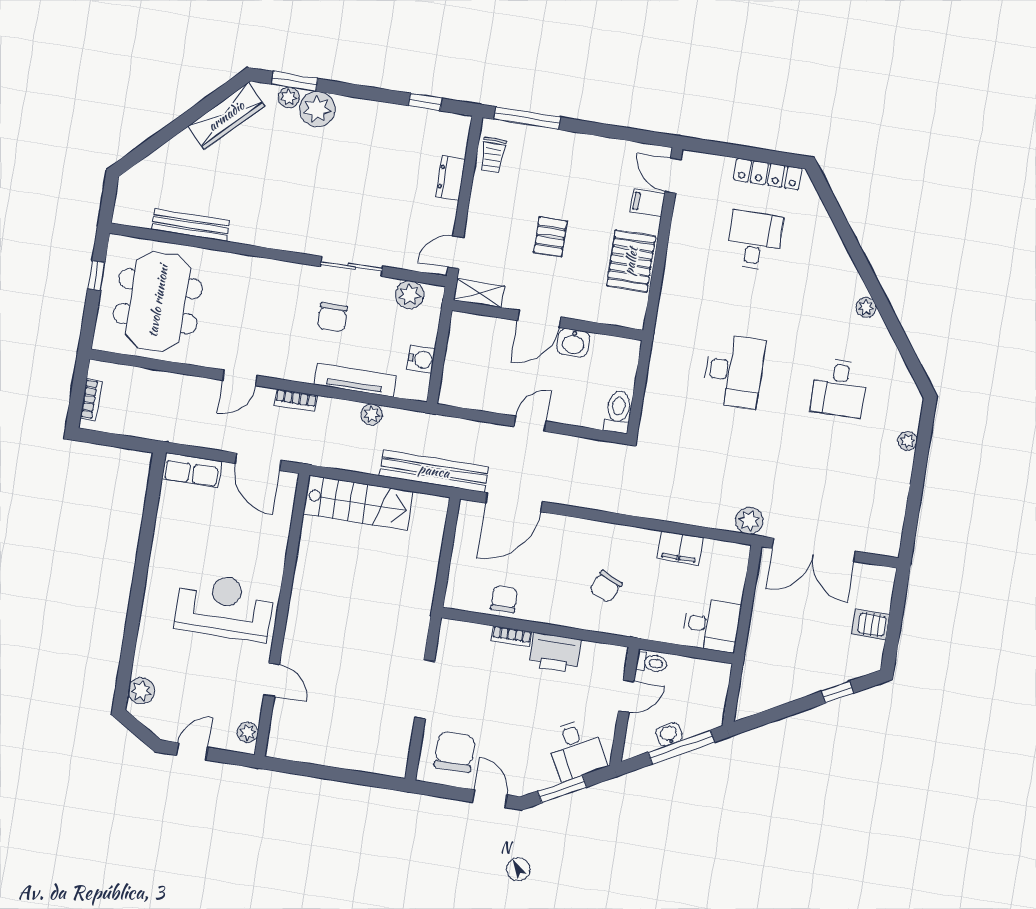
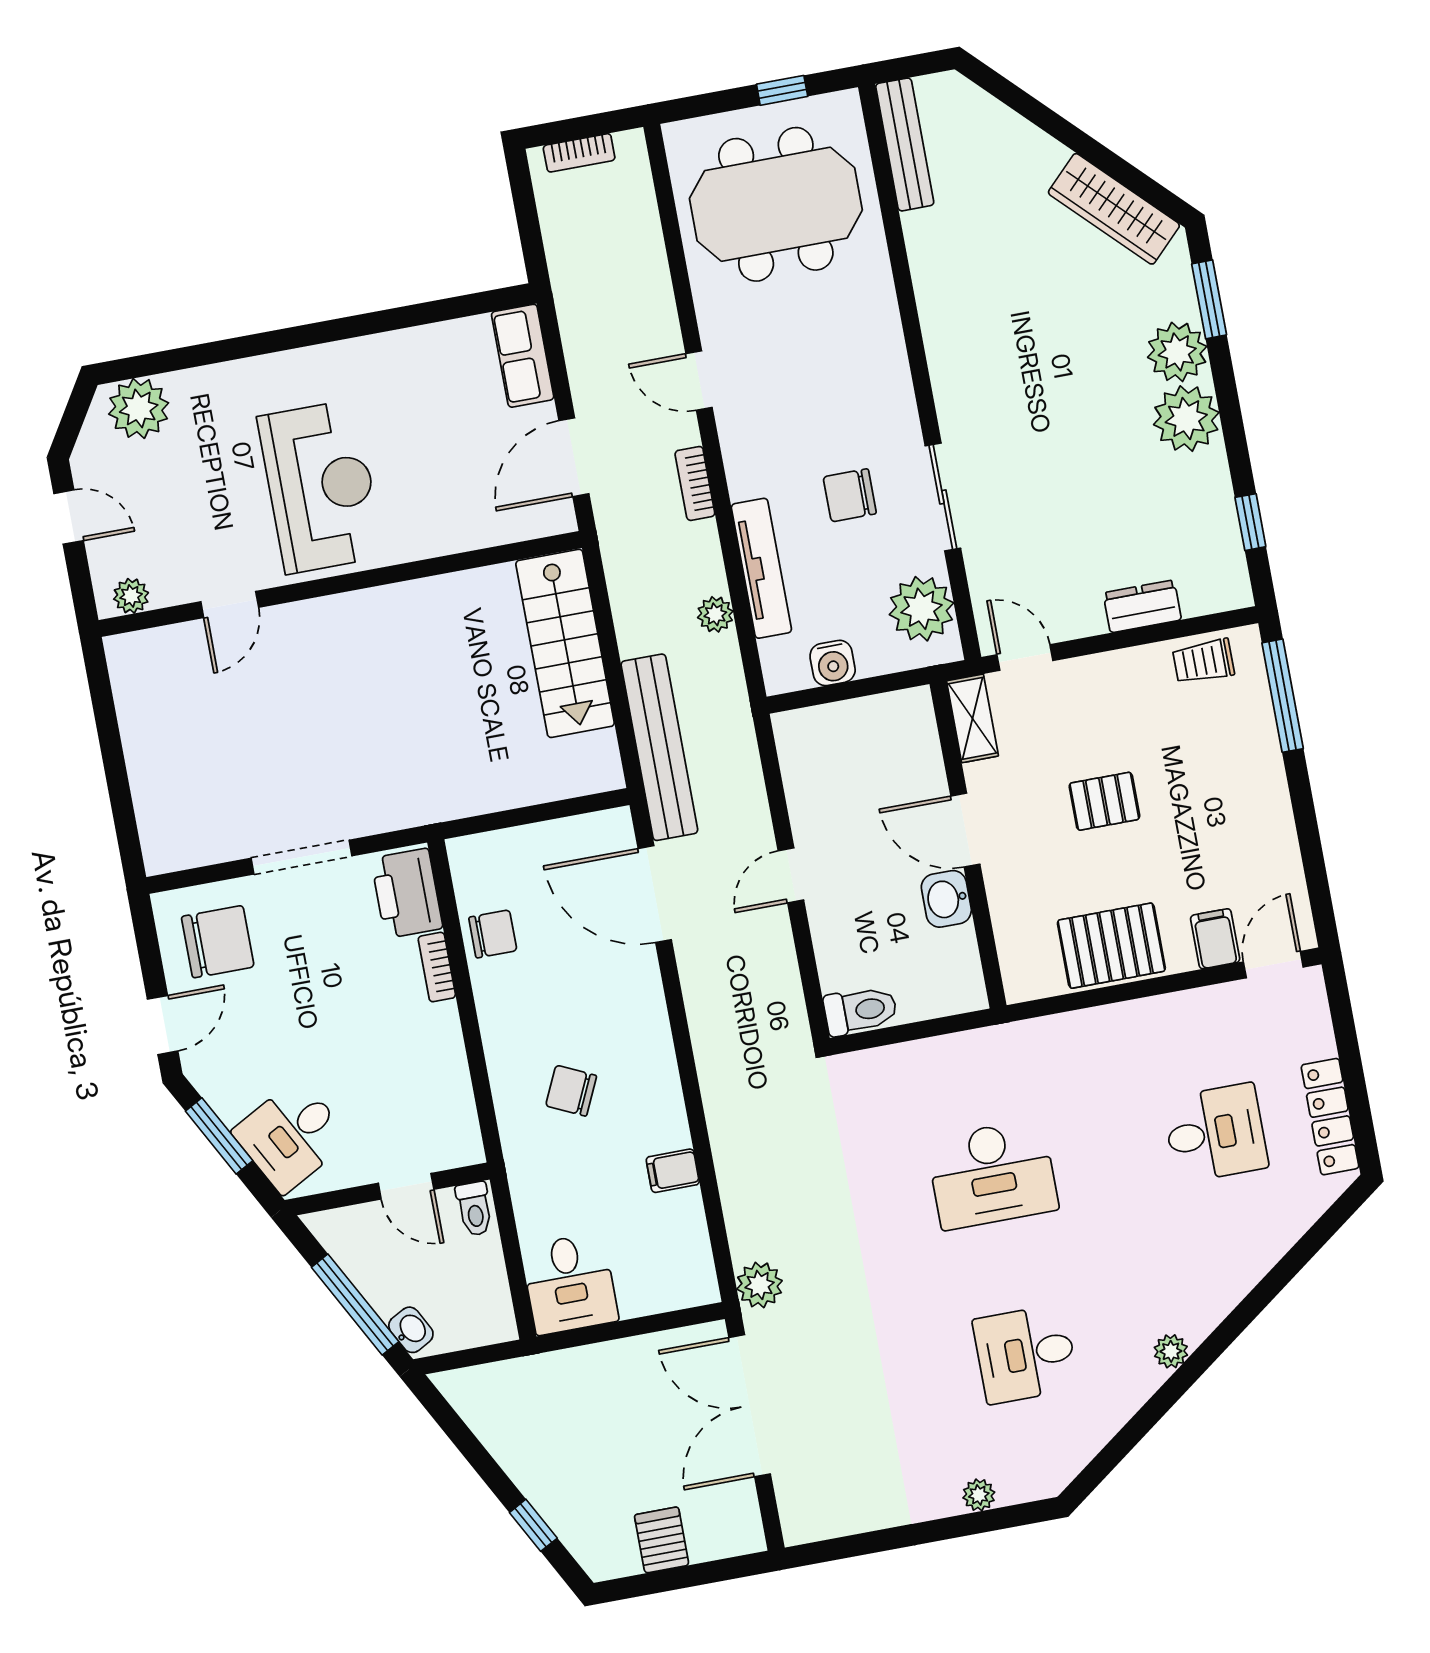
plant: (289, 97) -> (1186, 419), moved, width x1.88, depth x1.88
bench: (191, 225) -> (905, 144), moved
plant: (410, 295) -> (921, 609), width x1.36, depth x1.36
door: (530, 424) -> (791, 875), swing flipped
filing cabinet: (680, 548) -> (673, 1171), width x0.50
printer: (555, 653) -> (407, 893), moved
plant: (141, 691) -> (139, 408), width x1.36, depth x1.36
washbasin: (669, 734) -> (411, 1330), moved

